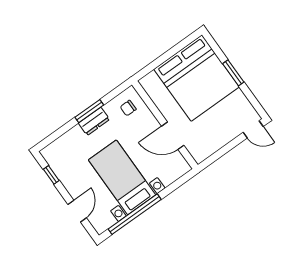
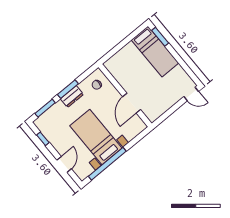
window: (233, 73) -> (160, 37), moved
bed: (197, 78) -> (155, 51), width x0.49
window: (57, 134) -> (45, 108), added
door: (173, 136) -> (132, 103), hinge flipped

